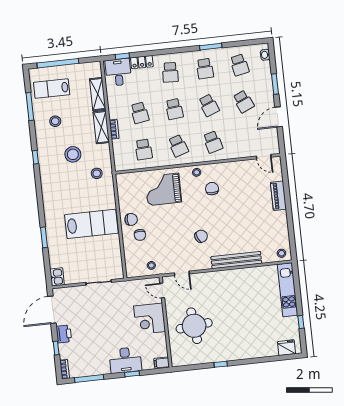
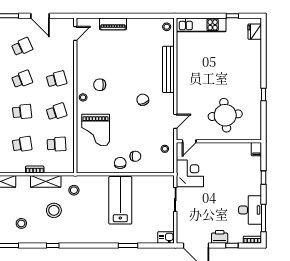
shelving: (101, 127) -> (46, 181), moved
corner desk: (150, 319) -> (190, 173), moved, turned -90
desk: (125, 360) -> (250, 210), moved

